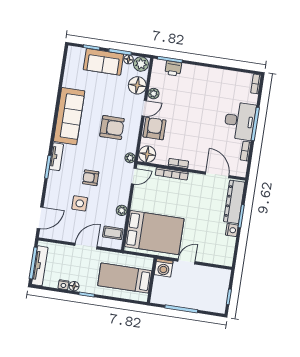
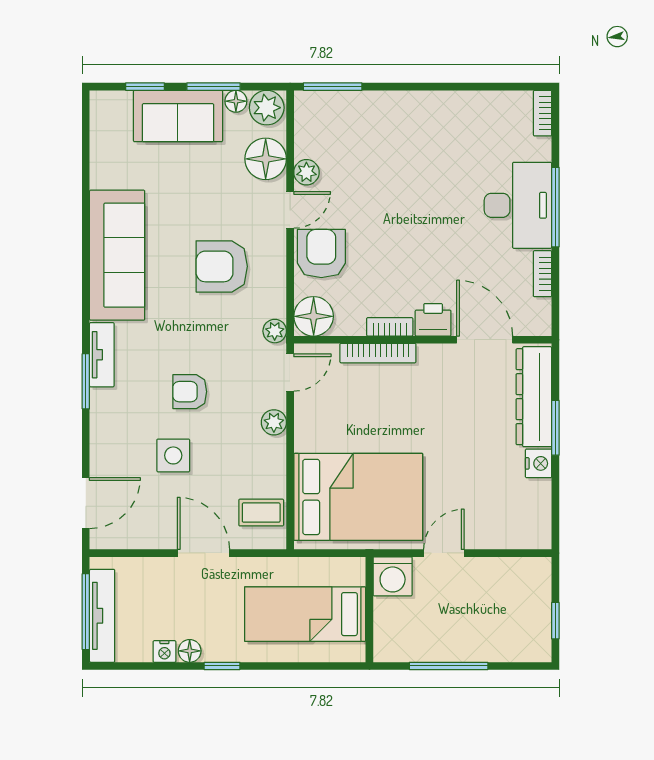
printer: (173, 68) -> (433, 320), moved, turned 180
armchair: (112, 127) -> (222, 266), turned 180
plant: (122, 210) -> (274, 422), moved
door: (86, 246) -> (203, 553), hinge flipped

